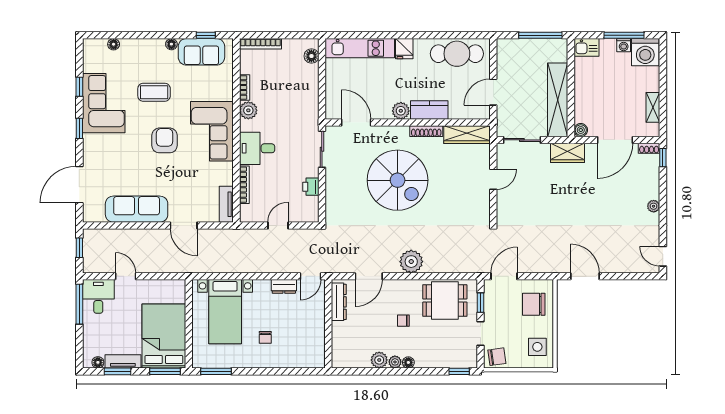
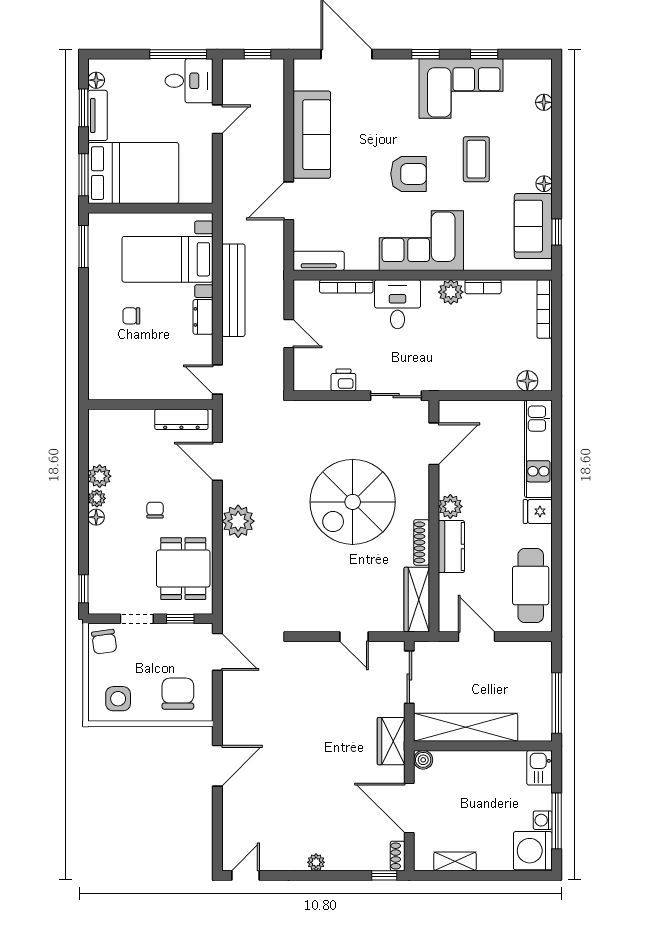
bench: (247, 265) -> (233, 290), added
dresser: (284, 286) -> (203, 317), moved

